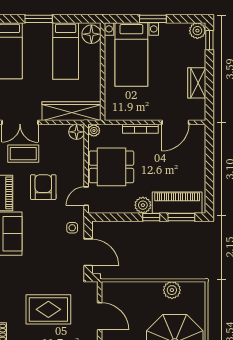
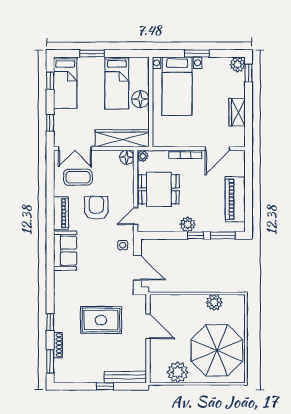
floor lamp: (91, 34) -> (140, 99), moved
piano: (177, 203) -> (235, 199), moved, turned -90

